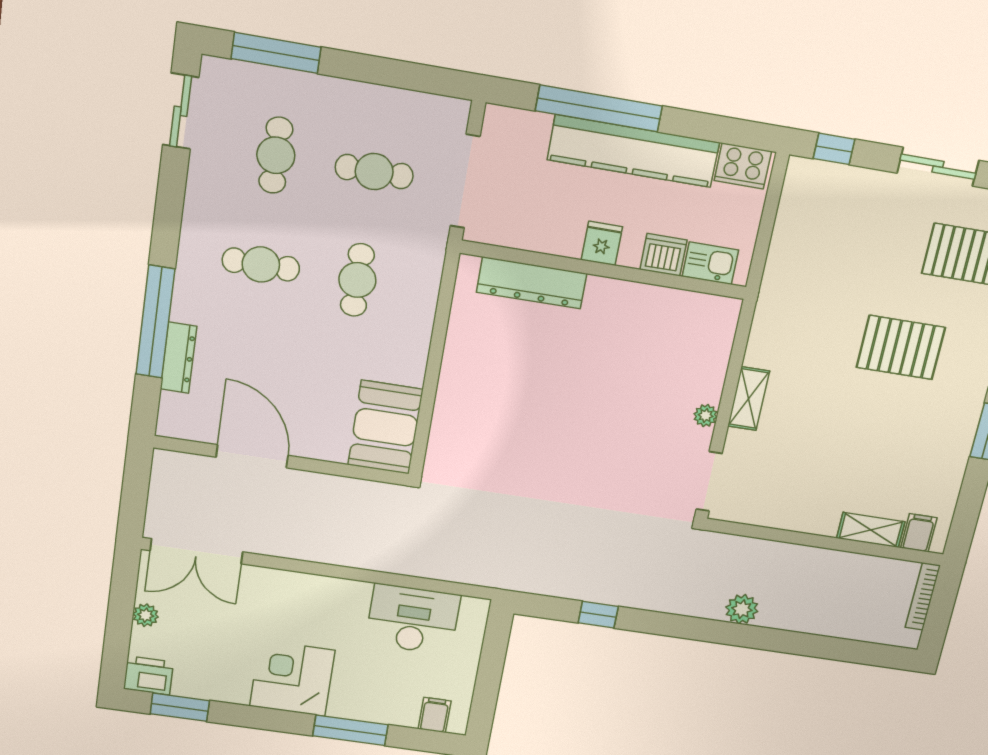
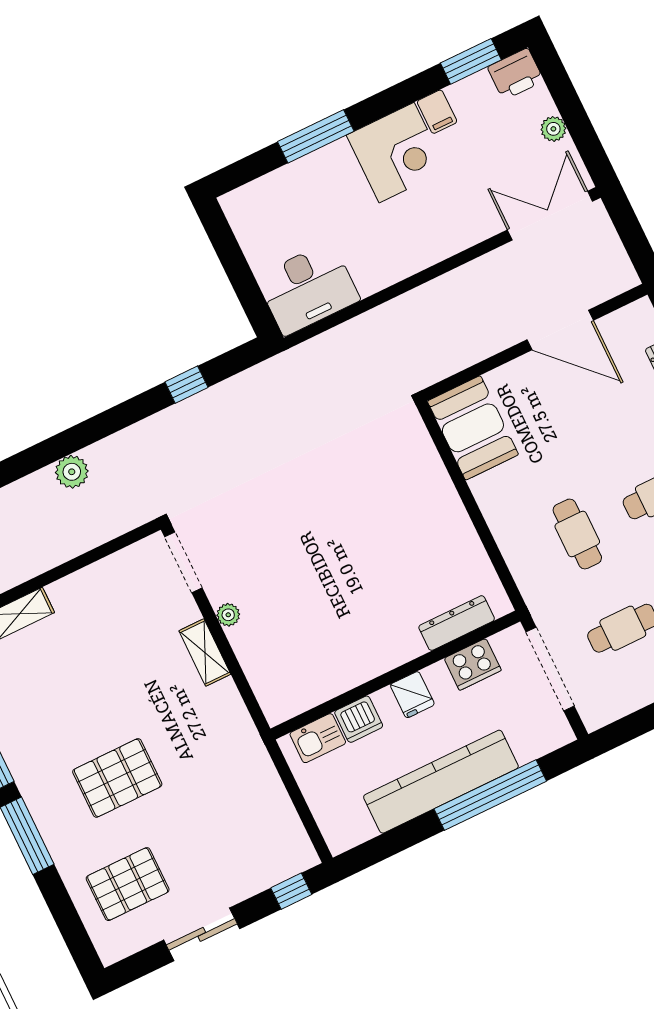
cooker: (743, 166) -> (473, 664), moved, turned 180
dresser: (532, 283) -> (457, 623), width x0.73, depth x0.80
desk: (413, 619) -> (308, 288), moved
filing cabinet: (435, 715) -> (437, 112), moved

